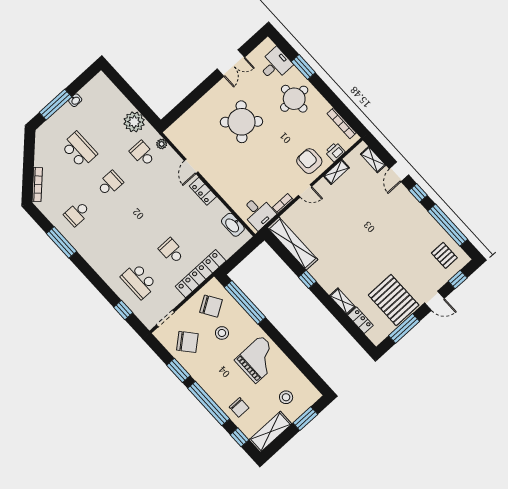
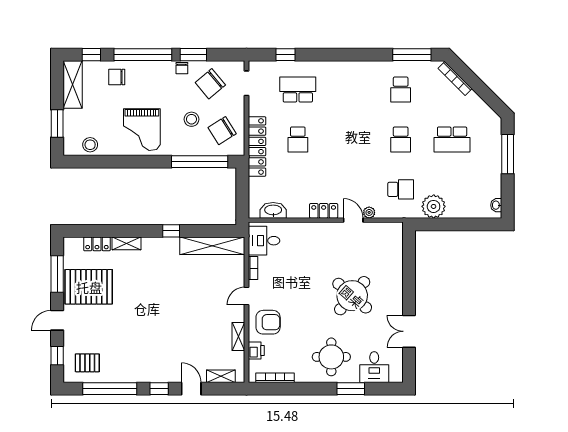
washbasin: (75, 100) -> (496, 205), moved
plant: (162, 144) -> (369, 212), moved
school desk: (77, 213) -> (401, 90), turned 180
window: (61, 242) -> (412, 55), moved
school desk: (172, 251) -> (298, 139), turned 90
chair: (194, 370) -> (182, 68), added
stool: (286, 397) -> (90, 145), moved

